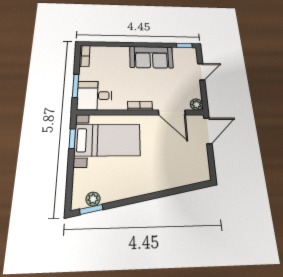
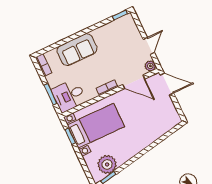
sofa: (151, 57) -> (77, 50), moved
door: (201, 72) -> (149, 46), moved
door: (208, 131) -> (167, 84), hinge flipped
plant: (93, 199) -> (107, 164), width x1.88, depth x1.88

